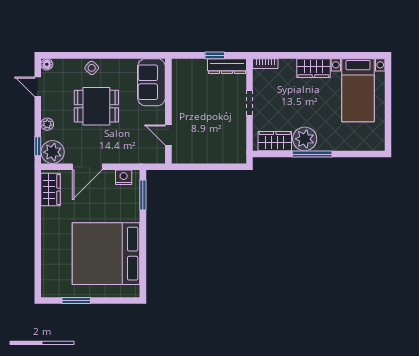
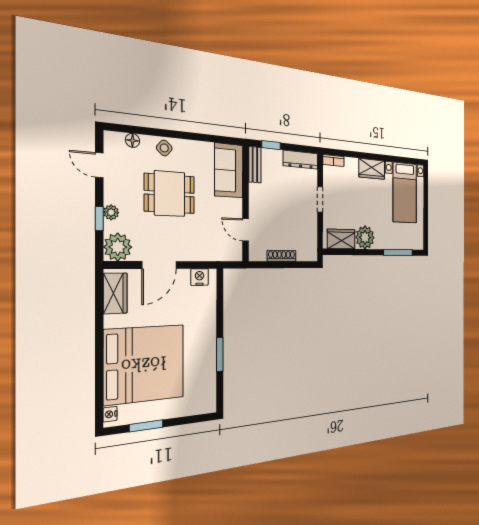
window: (215, 55) -> (271, 145), moved
floor lamp: (47, 64) -> (133, 140), moved
bench: (178, 75) -> (255, 165), added
window: (38, 146) -> (99, 219), moved
window: (312, 154) -> (398, 253), moved
shoe rack: (206, 158) -> (282, 256), added
window: (143, 195) -> (220, 355), moved
bed: (106, 254) -> (144, 364), moved, turned 180
nightstand: (46, 287) -> (110, 414), added

